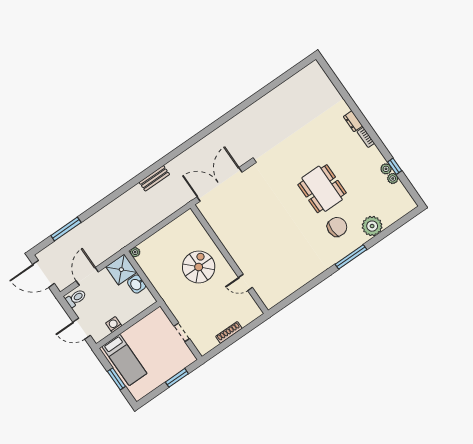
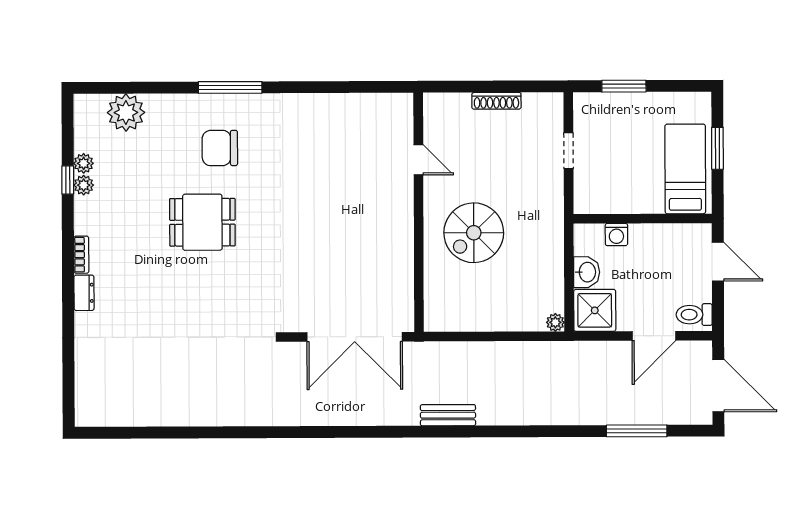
dining table: (322, 189) -> (202, 222), width x0.73
plant: (372, 226) -> (126, 113), moved
washing machine: (114, 325) -> (616, 235), moved

